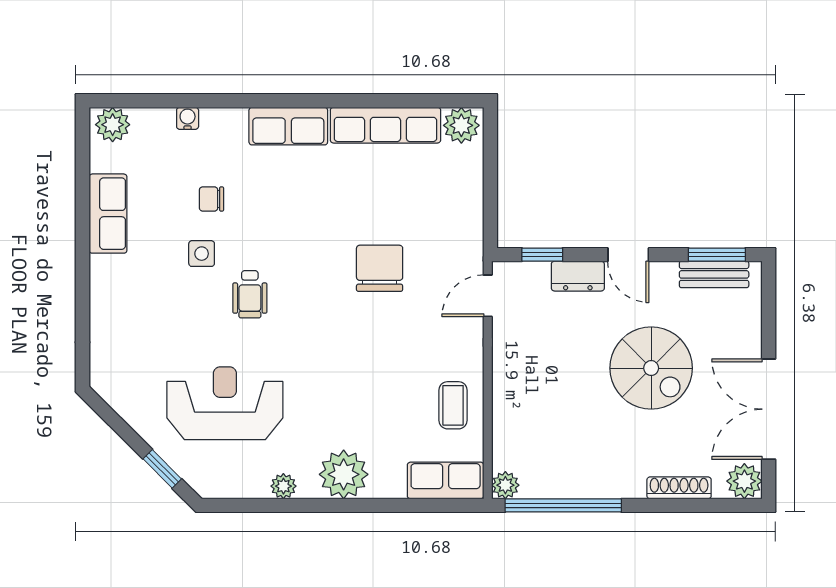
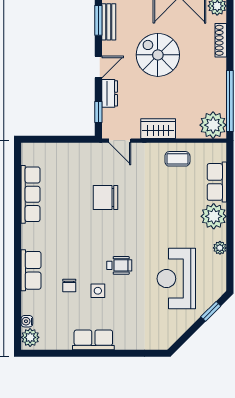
water cooler: (188, 118) -> (27, 321), moved
plant: (461, 125) -> (31, 155), removed
row of seats: (288, 126) -> (31, 270), moved
row of seats: (108, 214) -> (93, 340), moved
spiral stairs: (651, 368) -> (158, 55), turned -90
wardrobe: (511, 369) -> (158, 129), added
row of seats: (446, 480) -> (217, 182), moved
plant: (505, 485) -> (213, 125), width x1.87, depth x1.87

